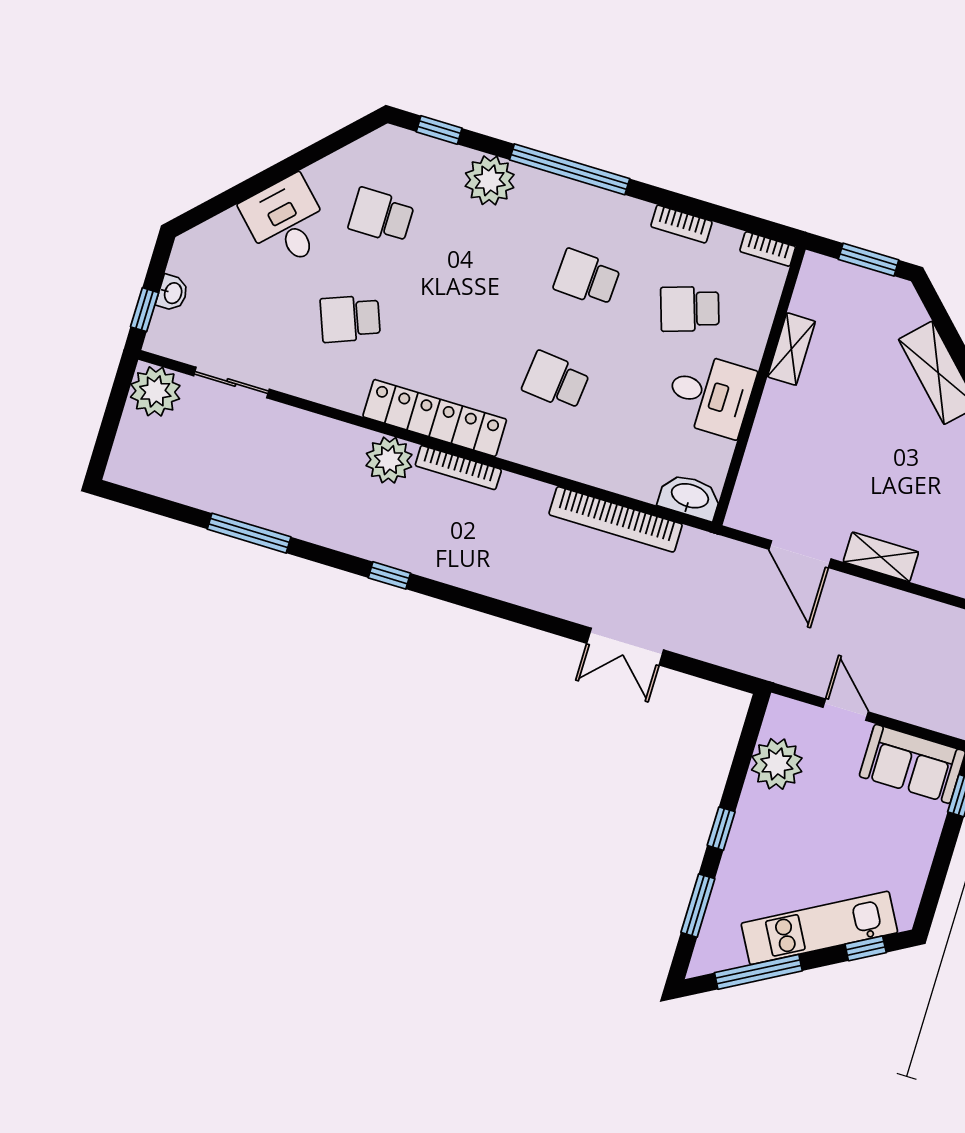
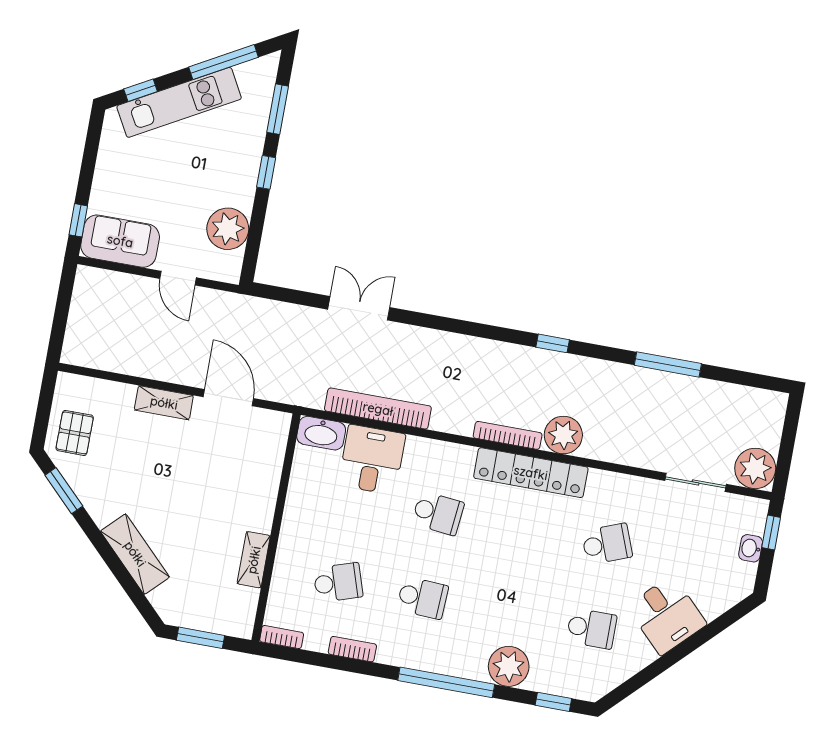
desk: (710, 395) -> (372, 460), moved, turned 90

